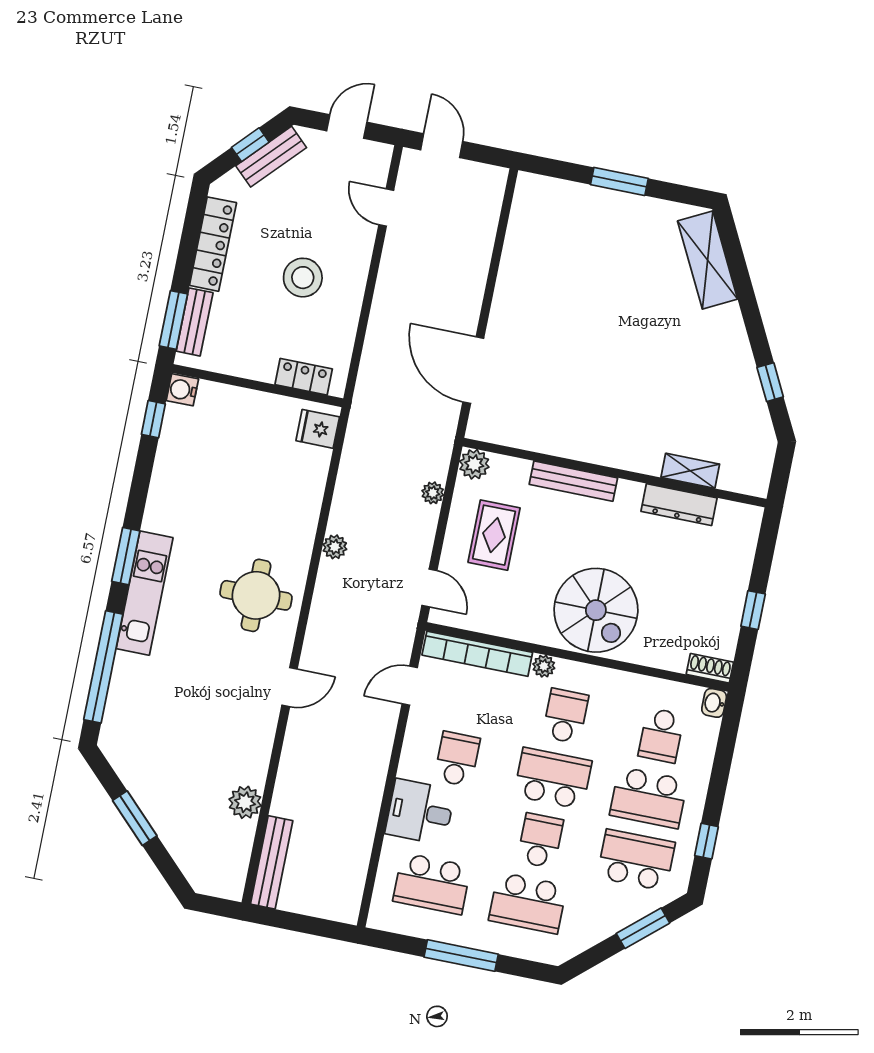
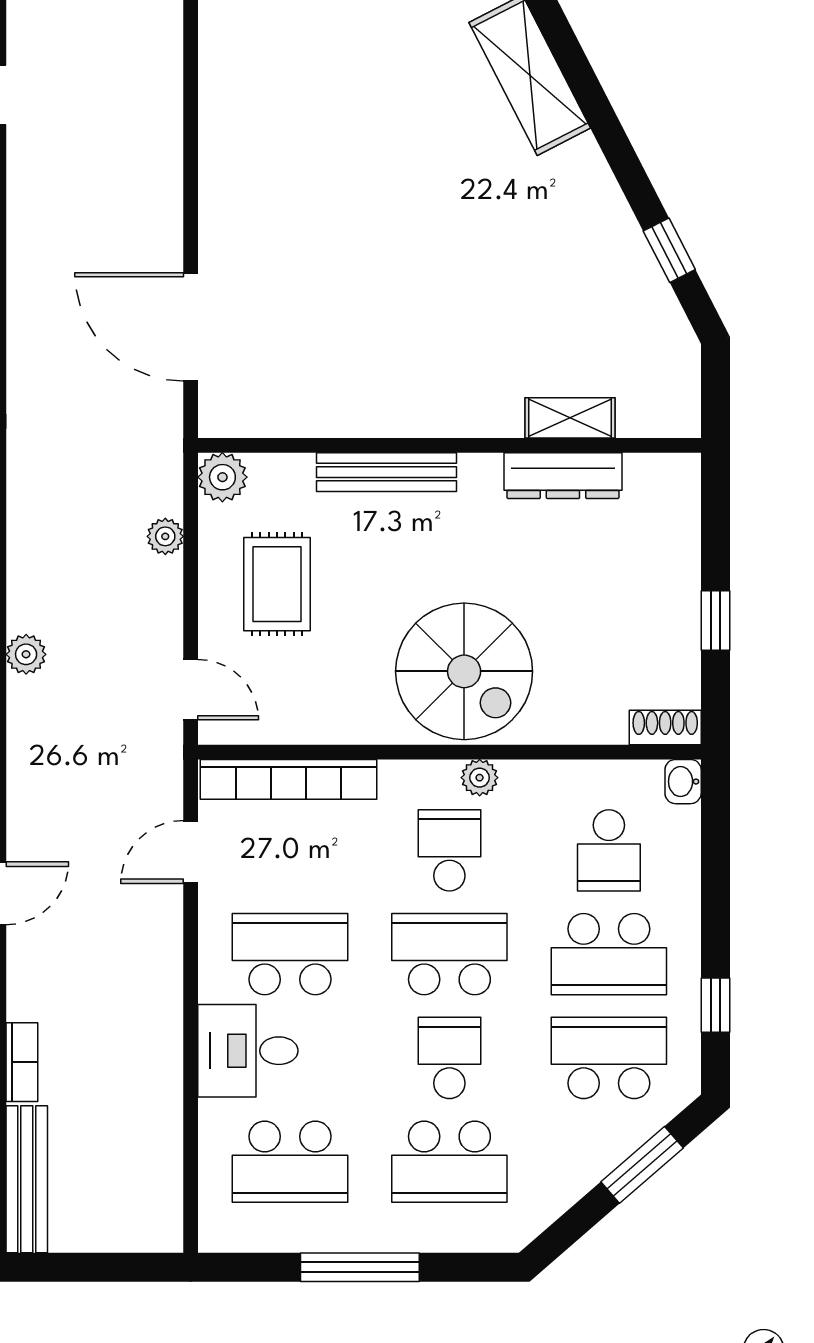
plant: (544, 666) -> (480, 778), moved
school desk: (457, 759) -> (290, 954), width x1.85
bookcase: (283, 791) -> (22, 1062), added

